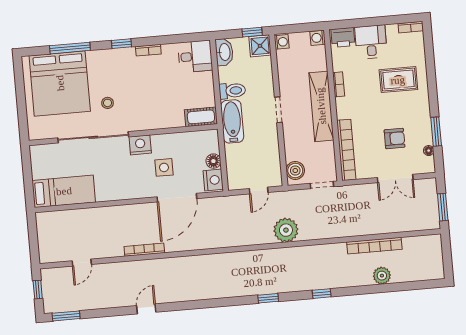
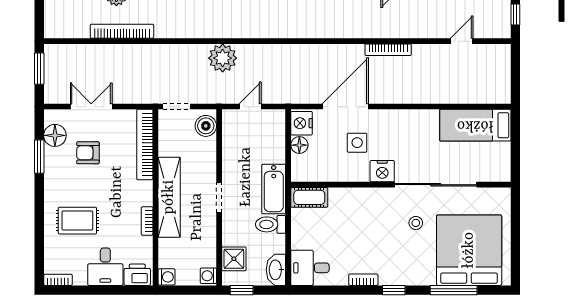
shower: (260, 46) -> (234, 259), moved
floor lamp: (429, 151) -> (55, 135), width x1.89, depth x1.89

